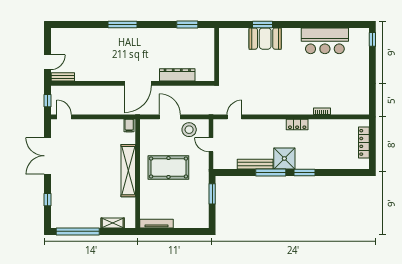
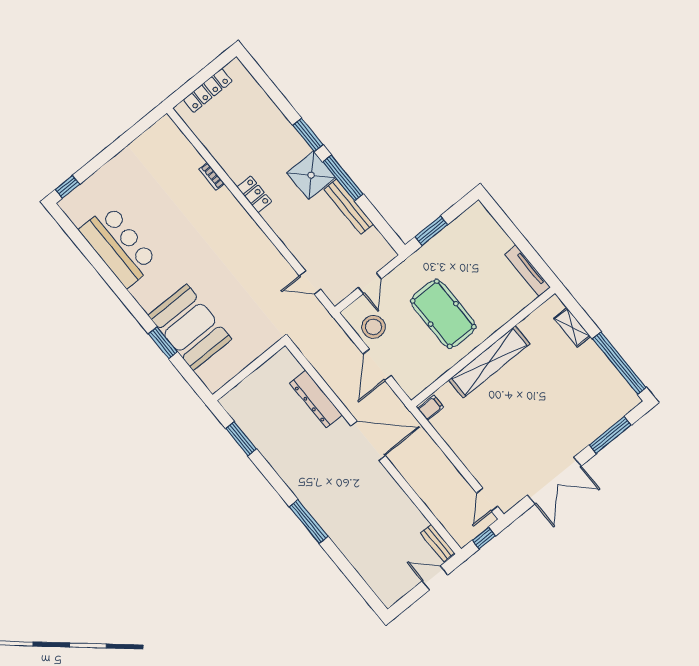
booth: (265, 39) -> (190, 327), width x1.36, depth x1.42
window: (47, 200) -> (610, 435), width x2.17

